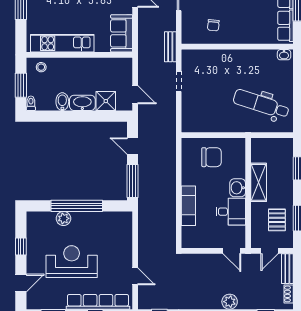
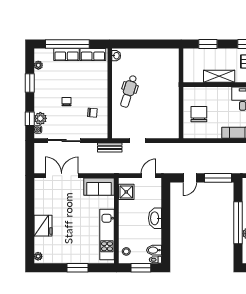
shower: (106, 101) -> (126, 192), moved
bidet: (62, 102) -> (154, 250), moved
dental chair: (261, 104) -> (129, 91), moved, width x0.73, depth x0.72
washbasin: (238, 188) -> (223, 93), removed

